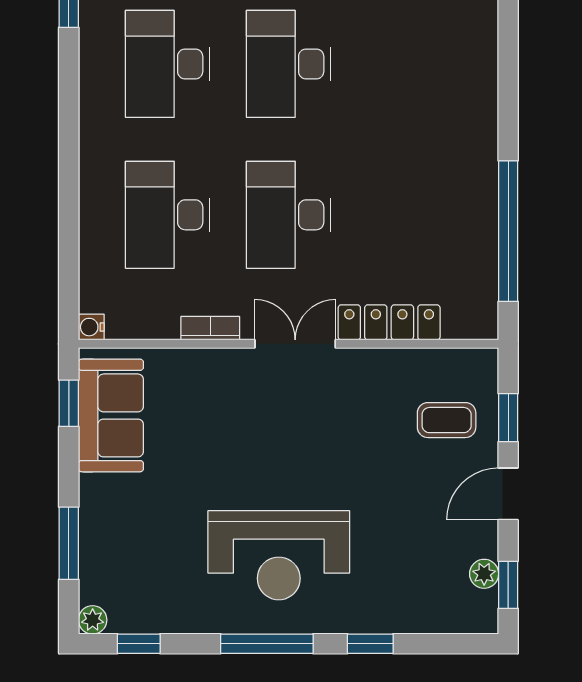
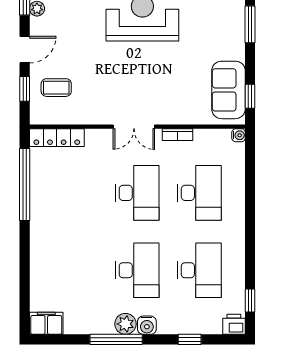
locker: (389, 322) -> (57, 138), moved

